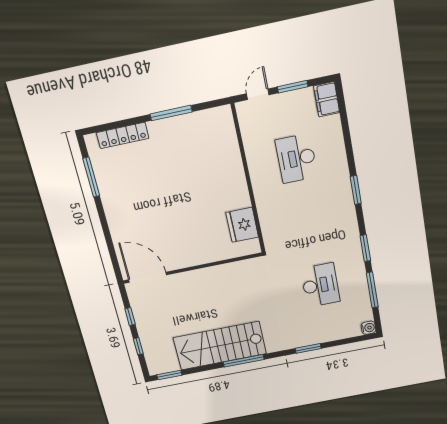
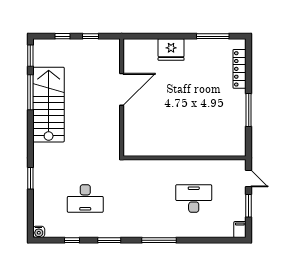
filing cabinet: (327, 99) -> (240, 230), width x0.50
window: (356, 190) -> (159, 240), width x1.44
fridge: (242, 225) -> (171, 50), moved, turned 180
door: (148, 277) -> (122, 89), moved
window: (372, 290) -> (72, 240), width x0.46
window: (244, 361) -> (30, 92), moved

